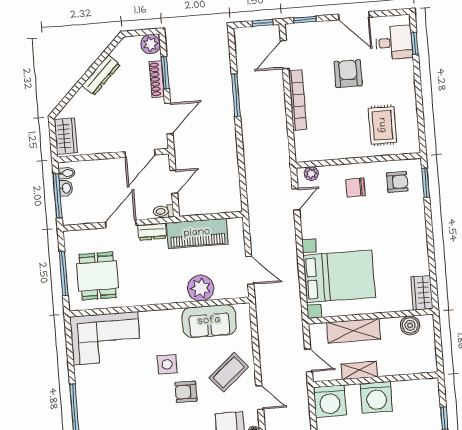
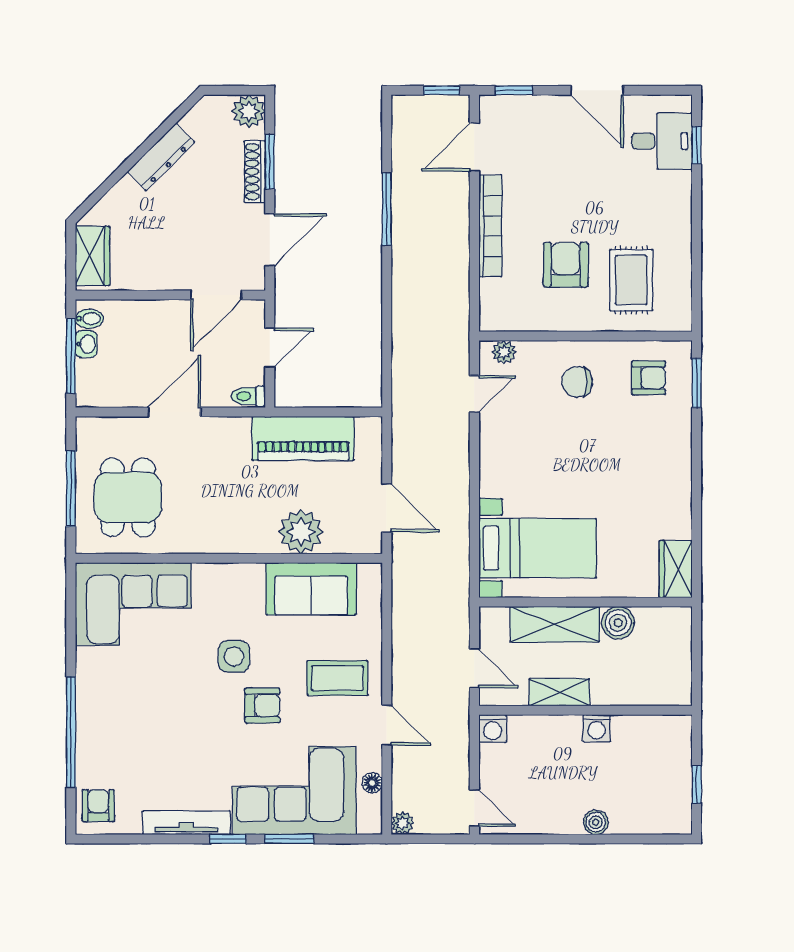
armchair: (348, 74) -> (566, 265), moved
dresser: (152, 232) -> (226, 429), removed
bed with nightstands: (339, 276) -> (537, 548), width x0.73
boiler: (410, 325) -> (618, 623), moved
coffee table: (229, 372) -> (337, 678), turned 41
armchair: (186, 392) -> (262, 706), turned 180
washing machine: (376, 397) -> (597, 728), width x0.53, depth x0.53
washing machine: (330, 401) -> (493, 728), width x0.53, depth x0.53

